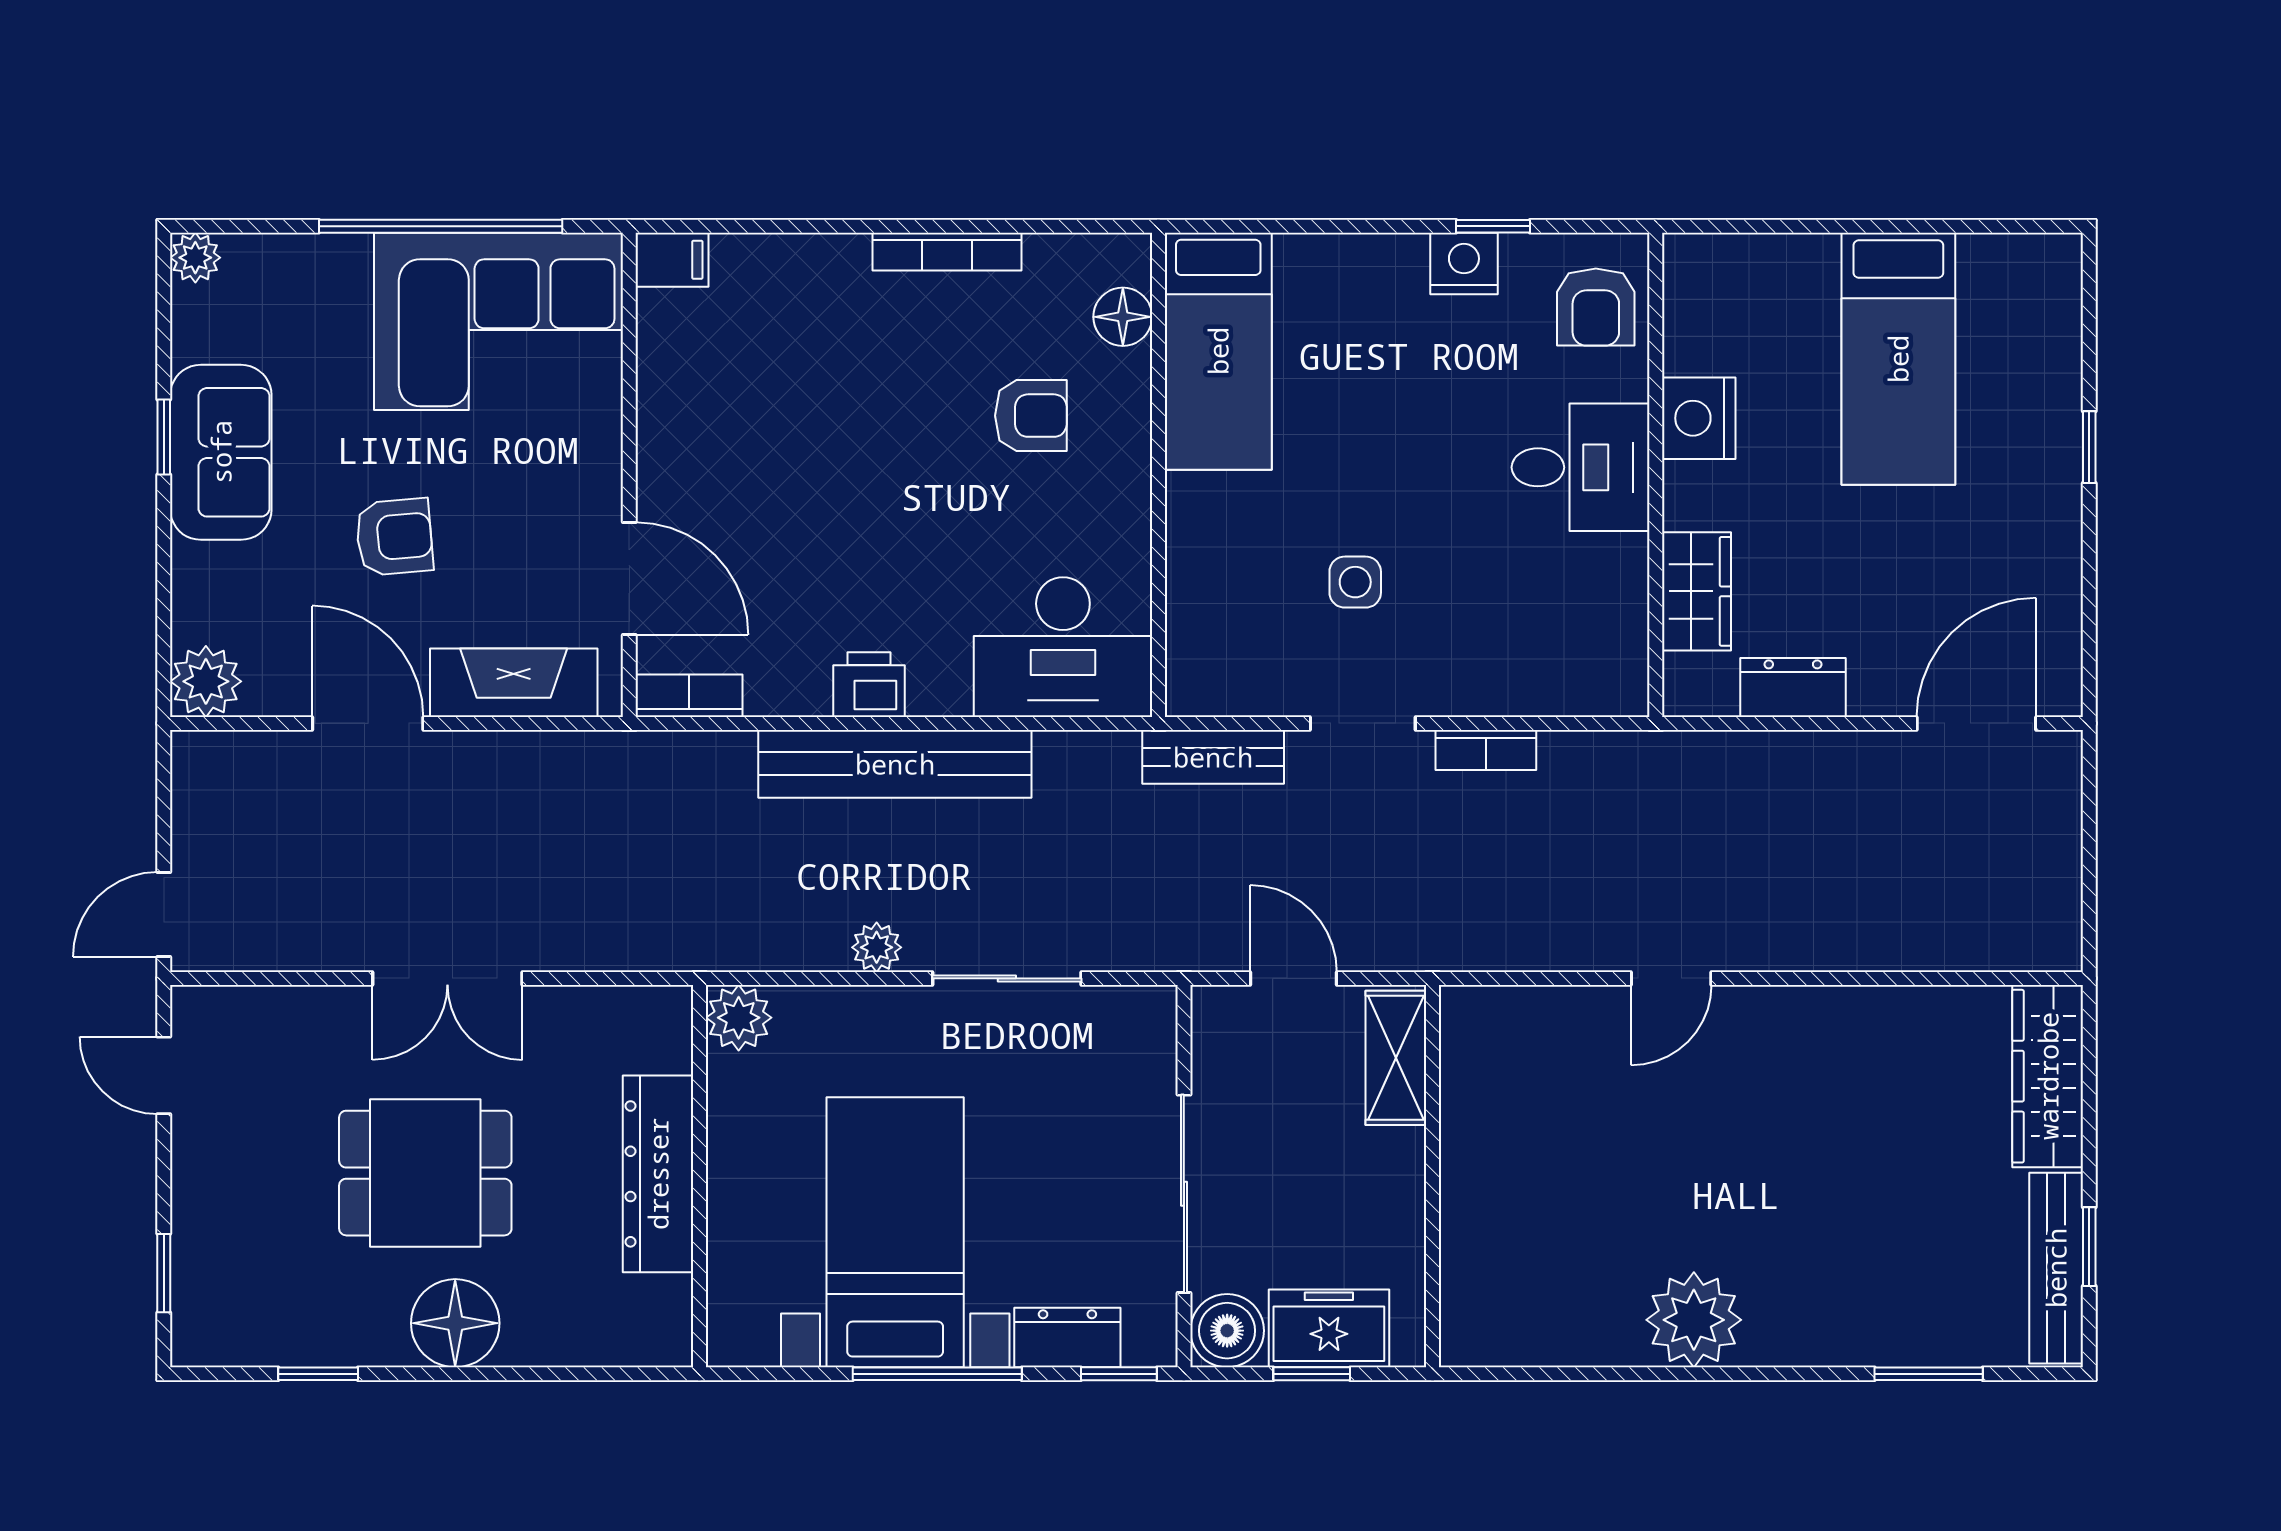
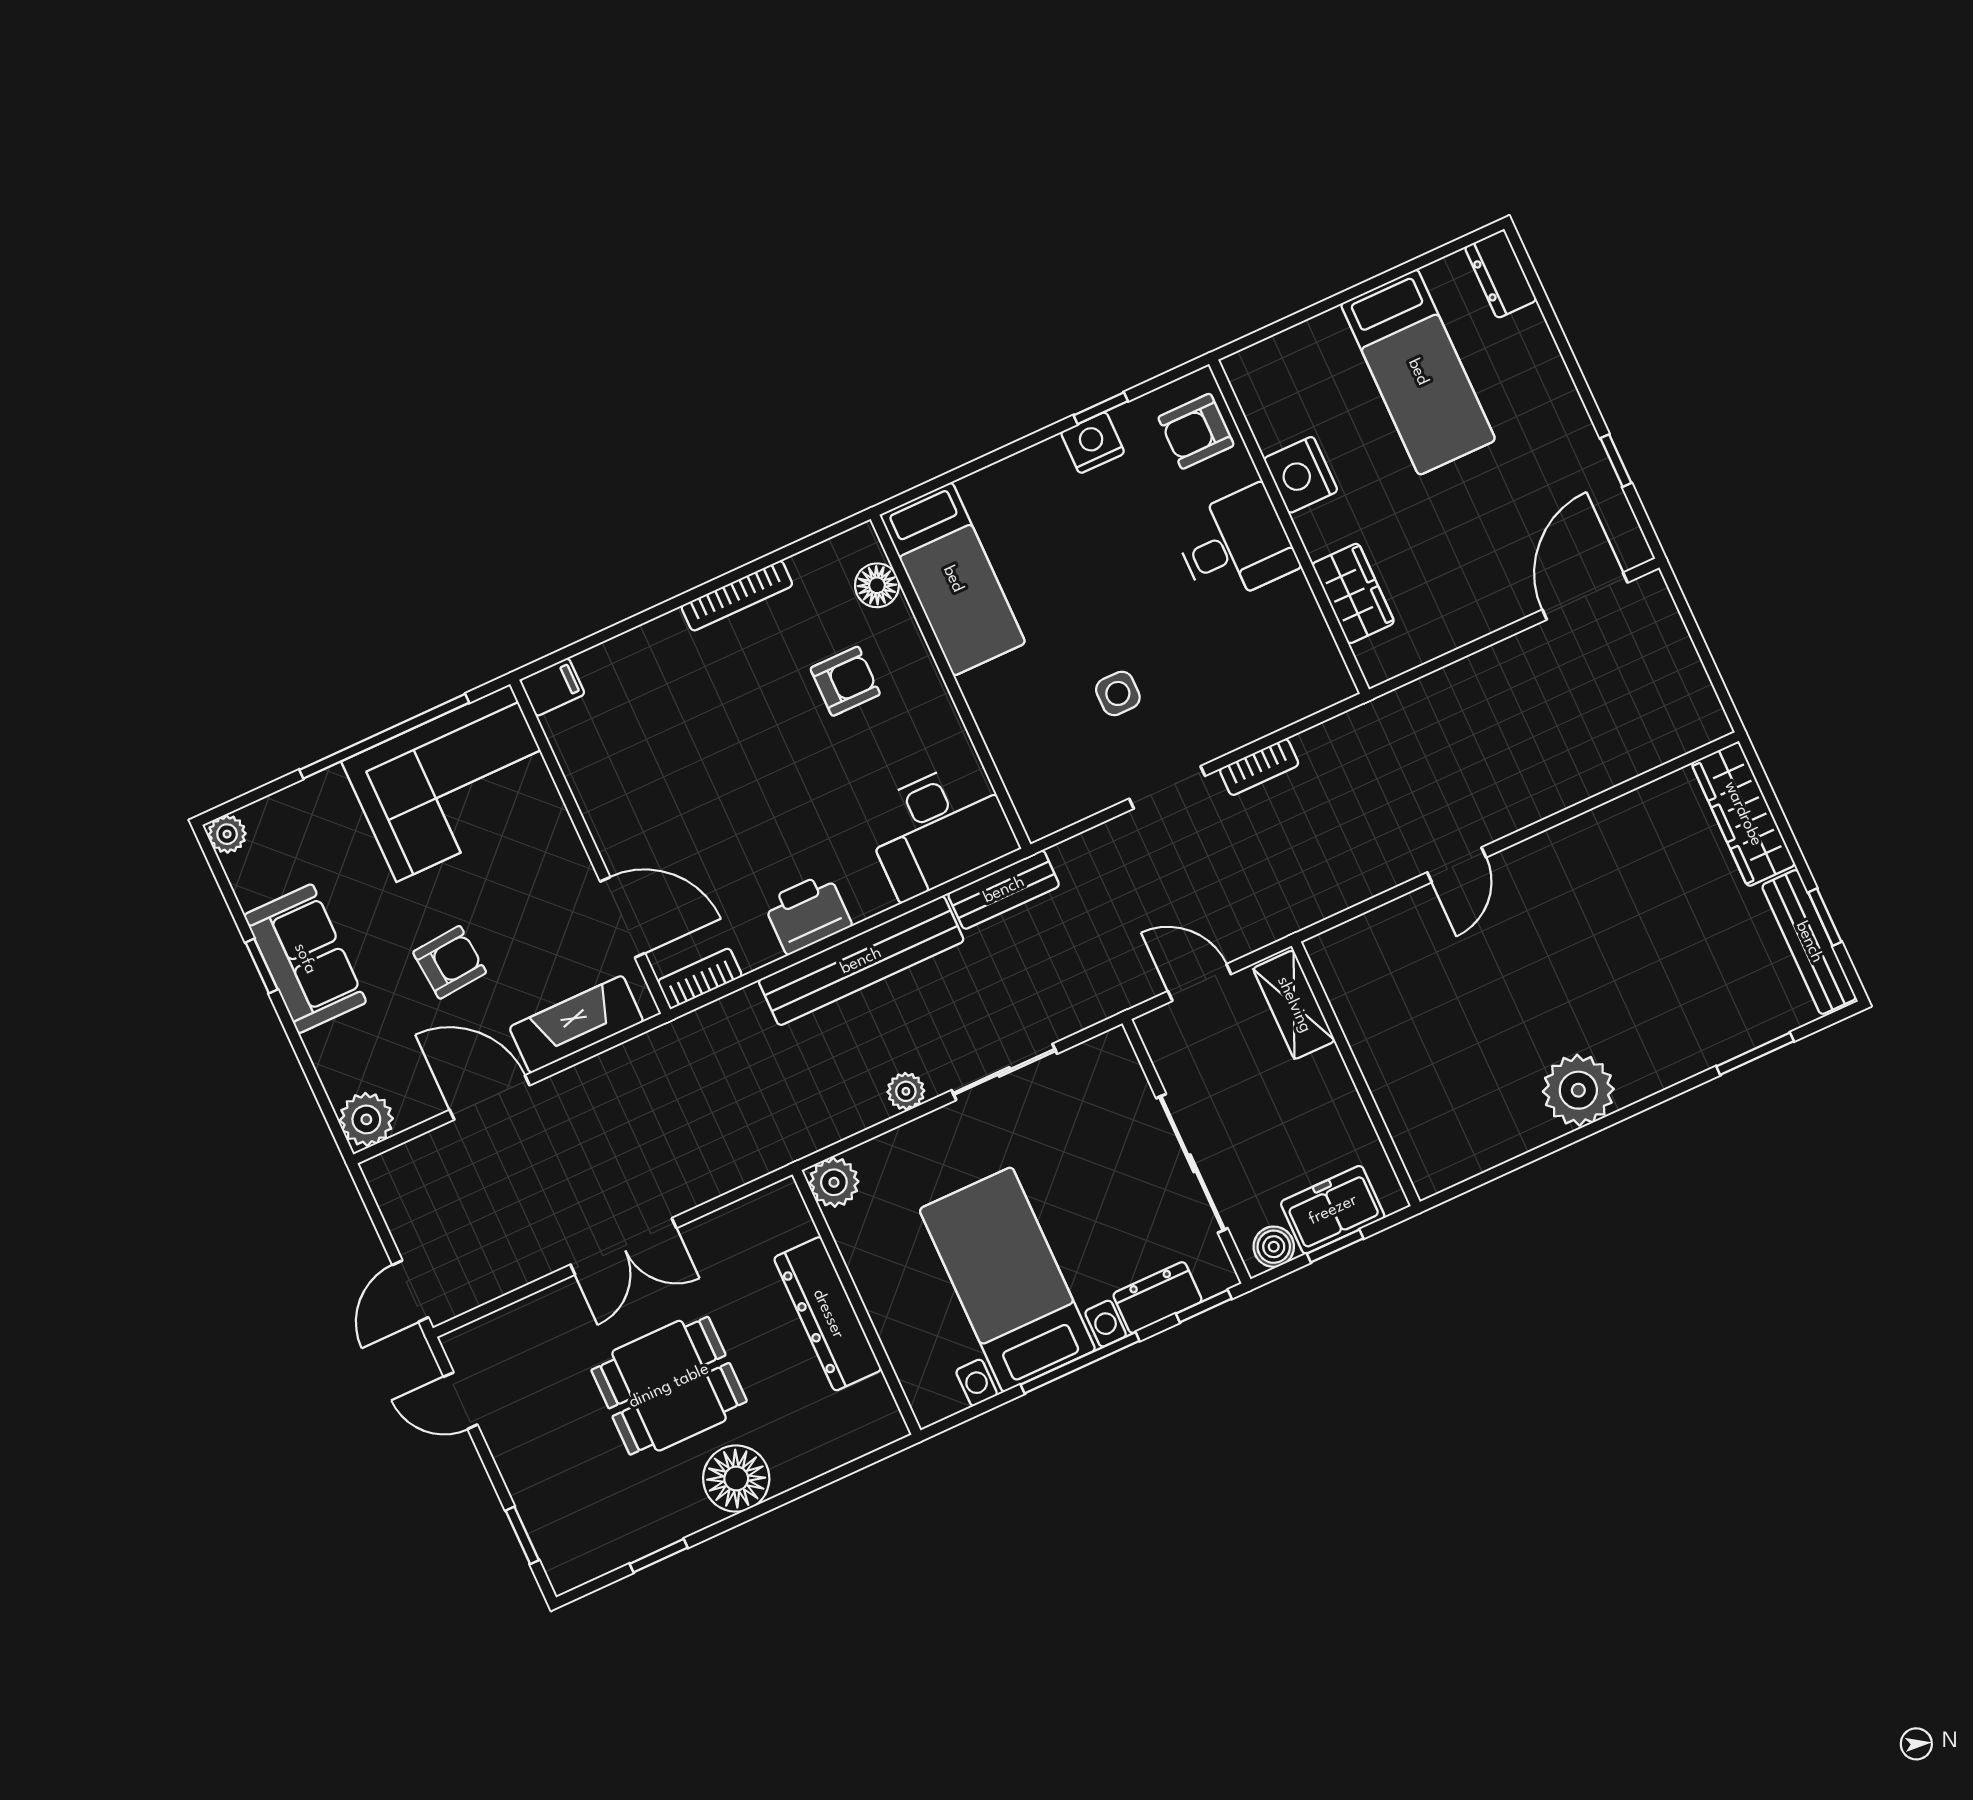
armchair: (1596, 307) -> (1196, 431), turned 90
window: (2089, 447) -> (1616, 461), moved
printer: (869, 685) -> (808, 914), width x1.36, depth x1.24
dresser: (1793, 687) -> (1501, 274), moved, turned -90
bench: (1213, 757) -> (1004, 890), moved
boiler: (1227, 1331) -> (1274, 1247), width x0.73, depth x0.73

